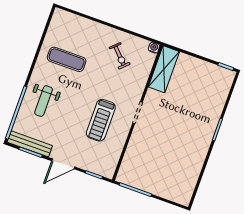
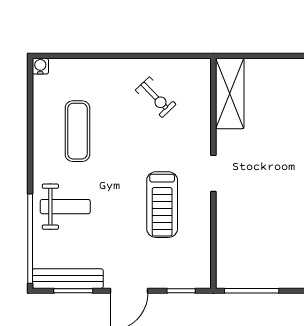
water cooler: (154, 48) -> (40, 66), moved
exercise mat: (67, 59) -> (77, 131), turned 90
weight bench: (44, 101) -> (65, 207), turned -90

